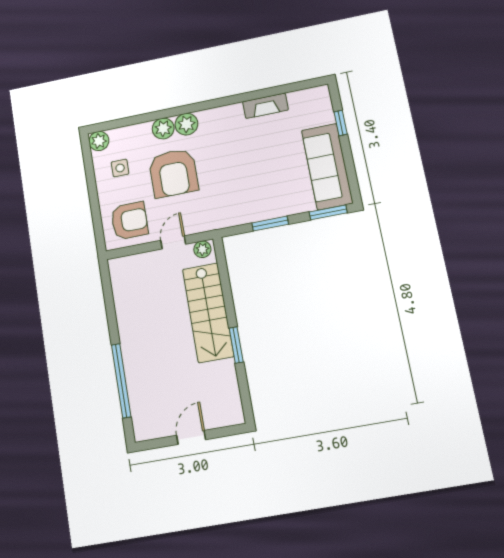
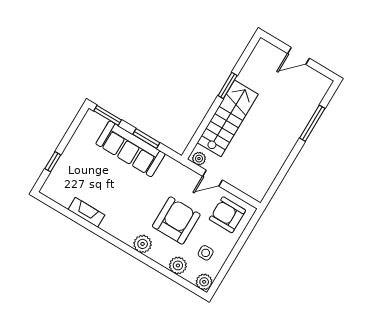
plant: (163, 128) -> (178, 265), moved
sofa: (327, 167) -> (130, 149), moved, turned 90
window: (121, 381) -> (312, 123), width x0.68

